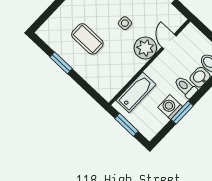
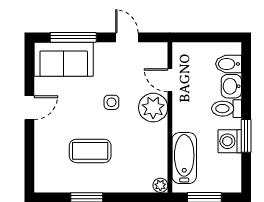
plant: (108, 95) -> (160, 185), added

